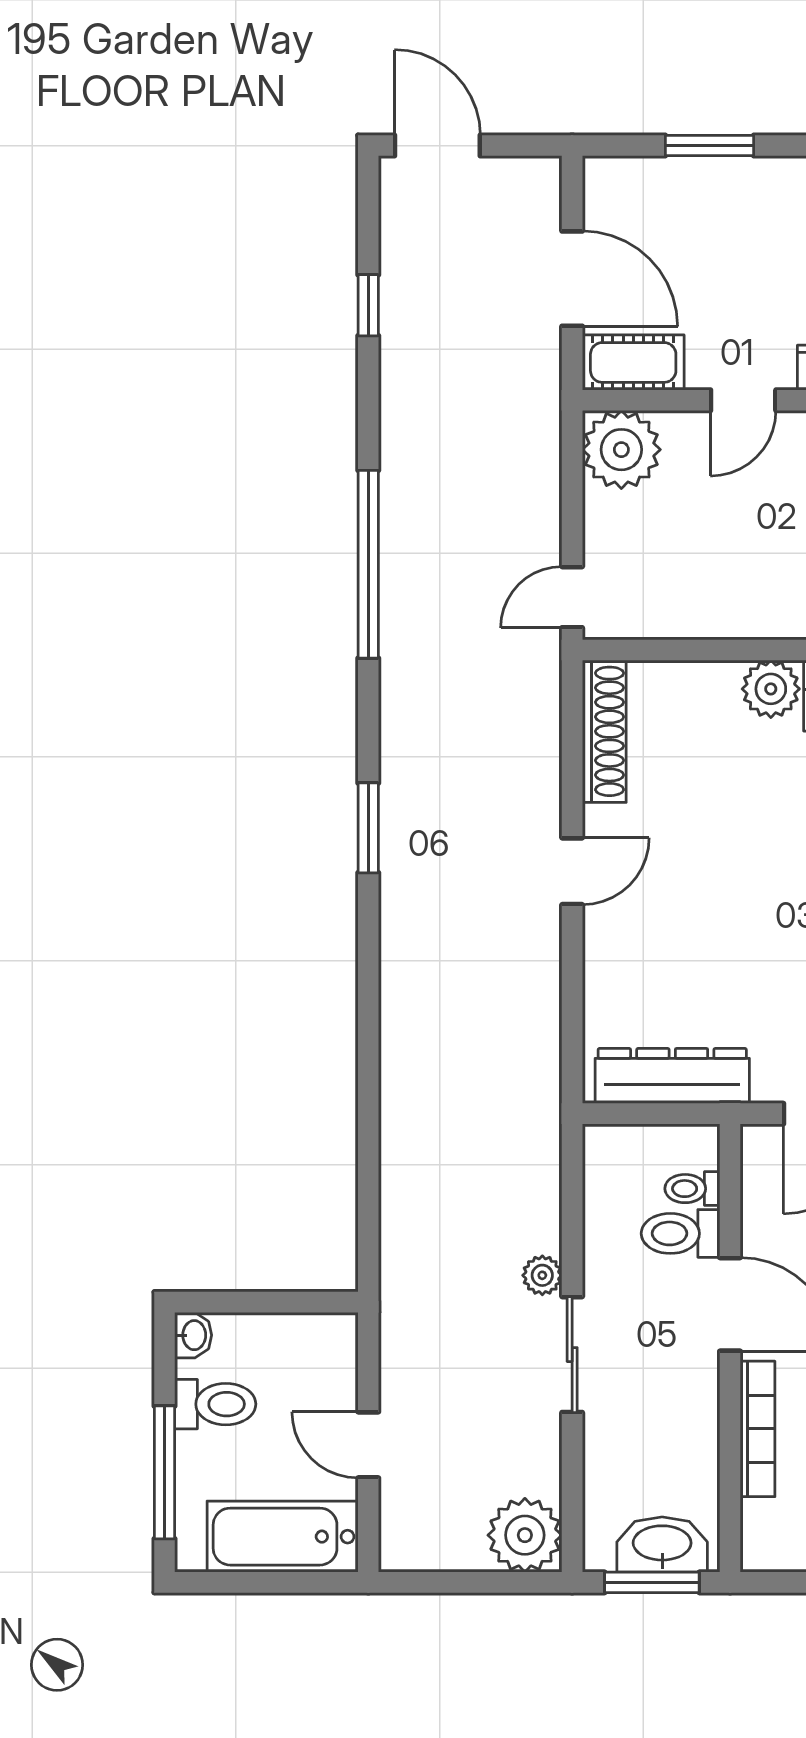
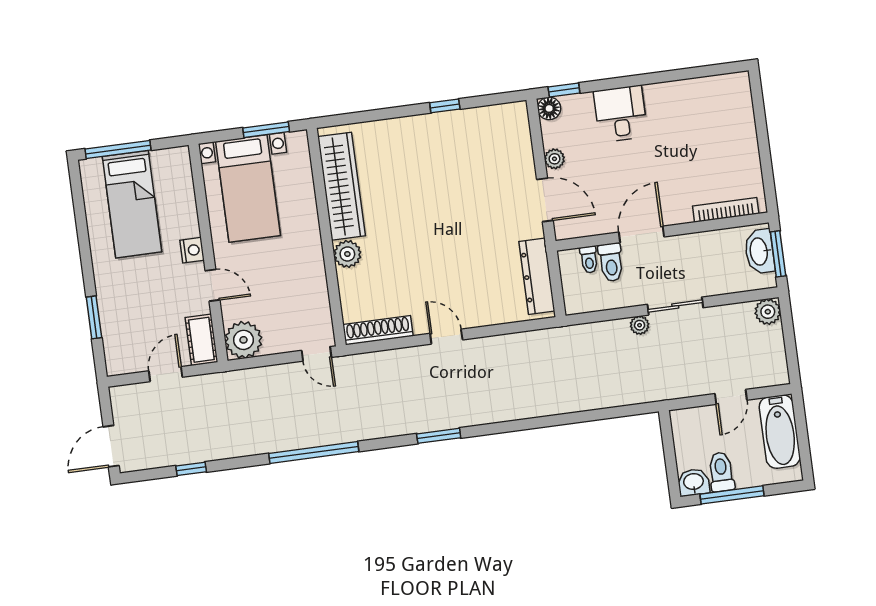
door: (572, 279) -> (166, 374), width x0.73
washbasin: (193, 1335) -> (694, 482), width x1.38, depth x1.45
bookcase: (758, 1429) -> (726, 210), moved
window: (164, 1472) -> (732, 495), moved
plant: (525, 1535) -> (768, 312), width x0.73, depth x0.73

